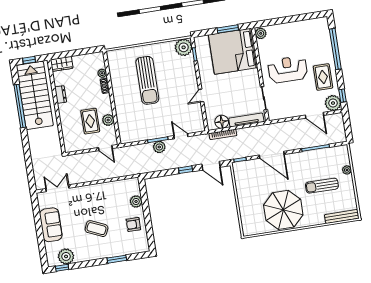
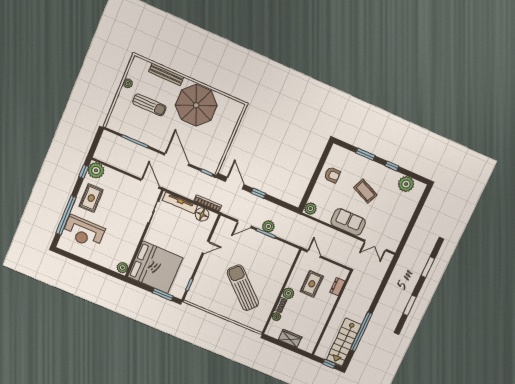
window: (228, 29) -> (163, 294), moved
plant: (184, 47) -> (195, 296), removed
wardrobe: (62, 64) -> (290, 338), moved
reception desk: (288, 70) -> (84, 232), moved
sun lounger: (147, 80) -> (243, 288), turned -47
stairs: (35, 95) -> (344, 342), width x0.73, depth x0.66
dresser: (61, 95) -> (337, 287), moved
door: (315, 115) -> (150, 184), moved
plant: (108, 120) -> (288, 293), moved
door: (181, 136) -> (244, 224), hinge flipped
plant: (347, 170) -> (128, 83), moved
plant: (136, 201) -> (310, 209), moved
bench: (342, 217) -> (166, 74), moved
sofa: (51, 225) -> (348, 222), moved, turned 90
window: (62, 268) -> (392, 166), moved

